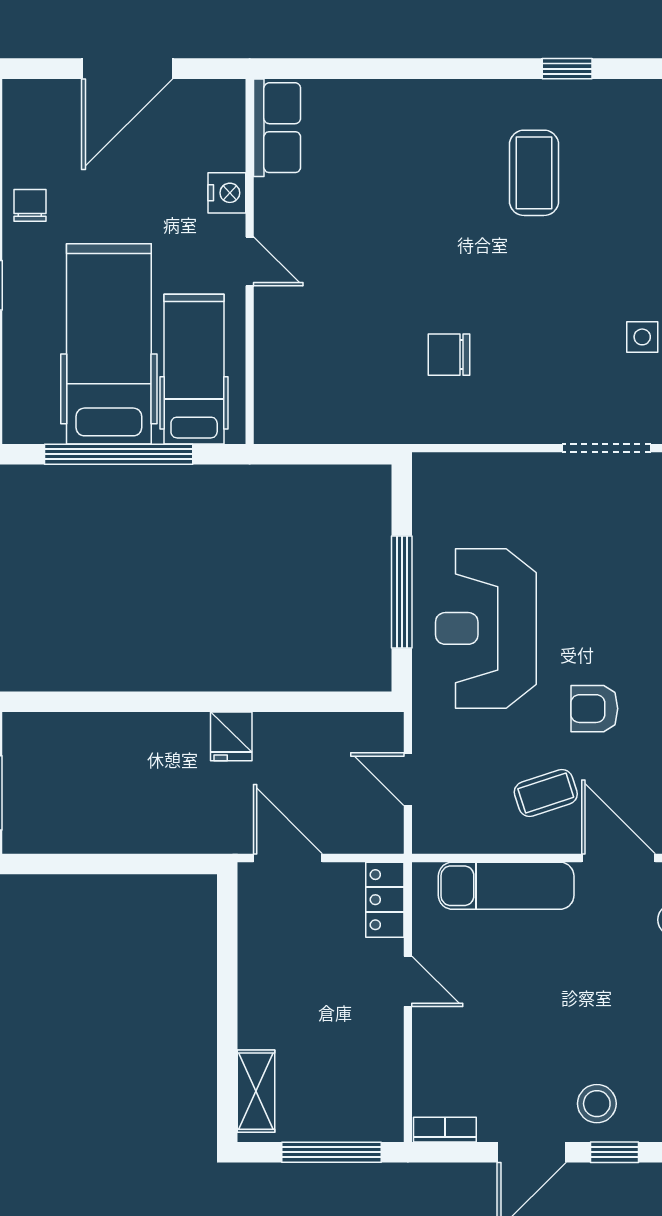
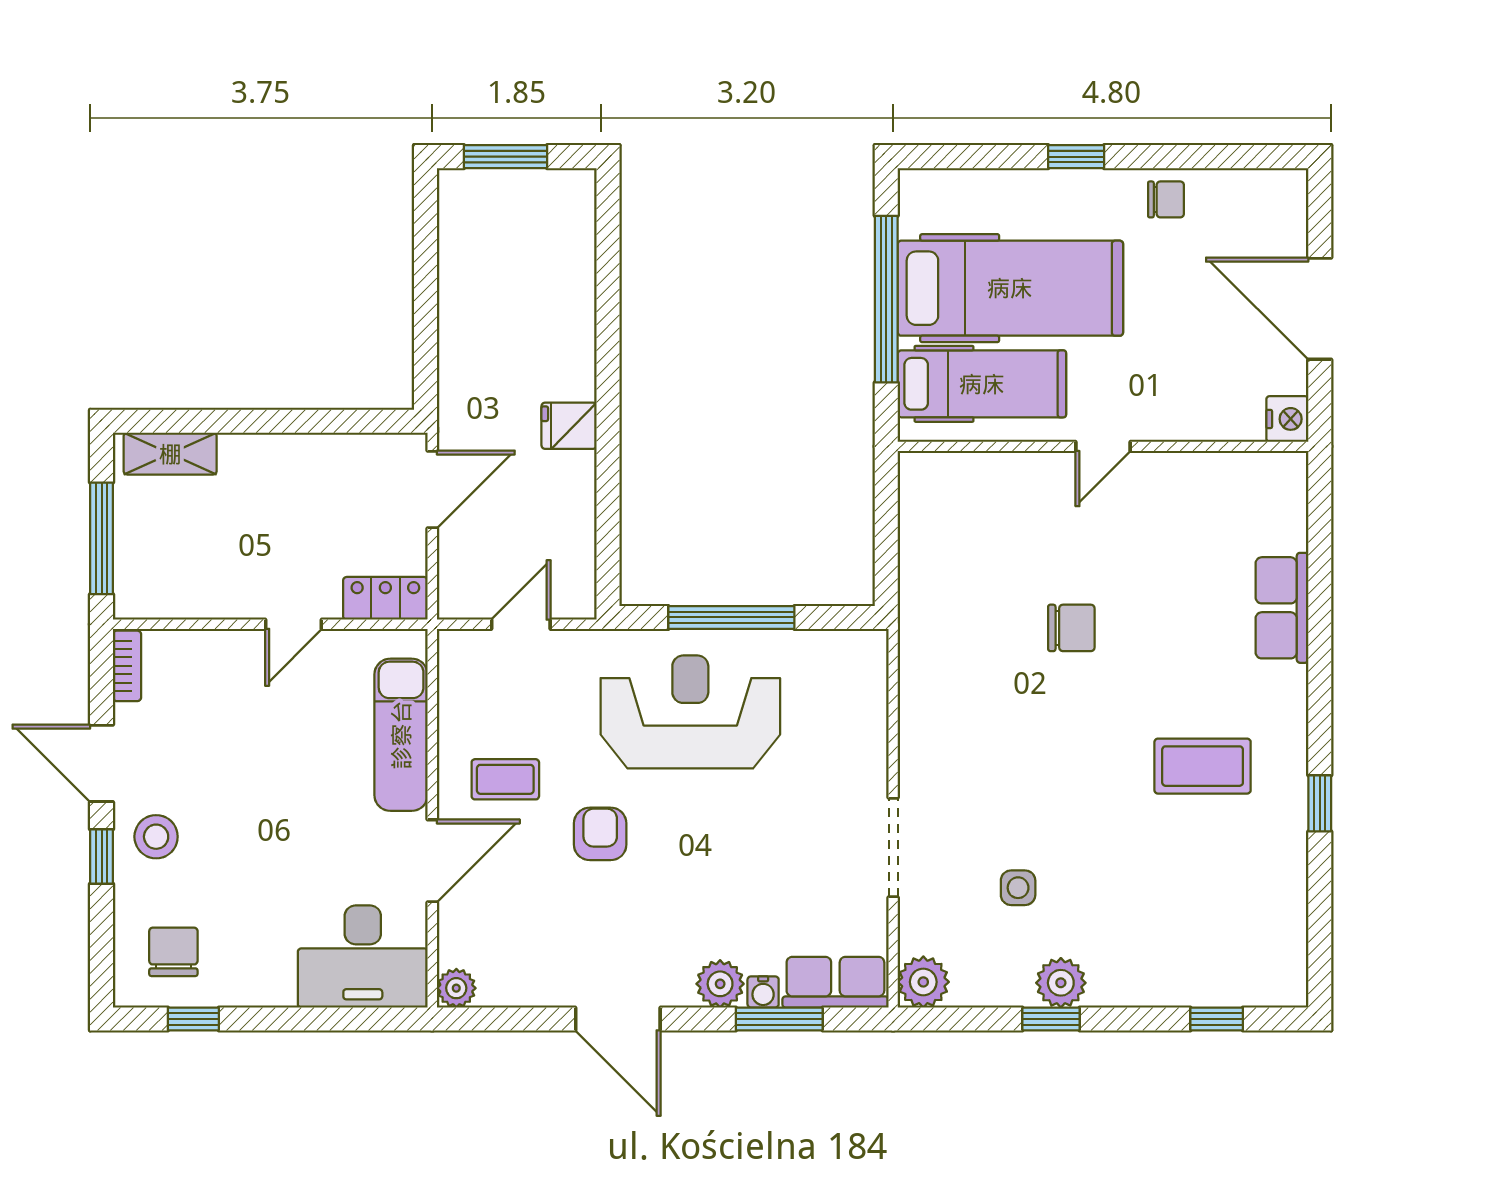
row of seats: (277, 128) -> (1282, 608), moved, turned 90
nightstand: (227, 193) -> (1287, 419), moved, turned -90
chair: (449, 355) -> (1071, 628), moved, turned 90
coffee table: (546, 793) -> (505, 779), turned -72

